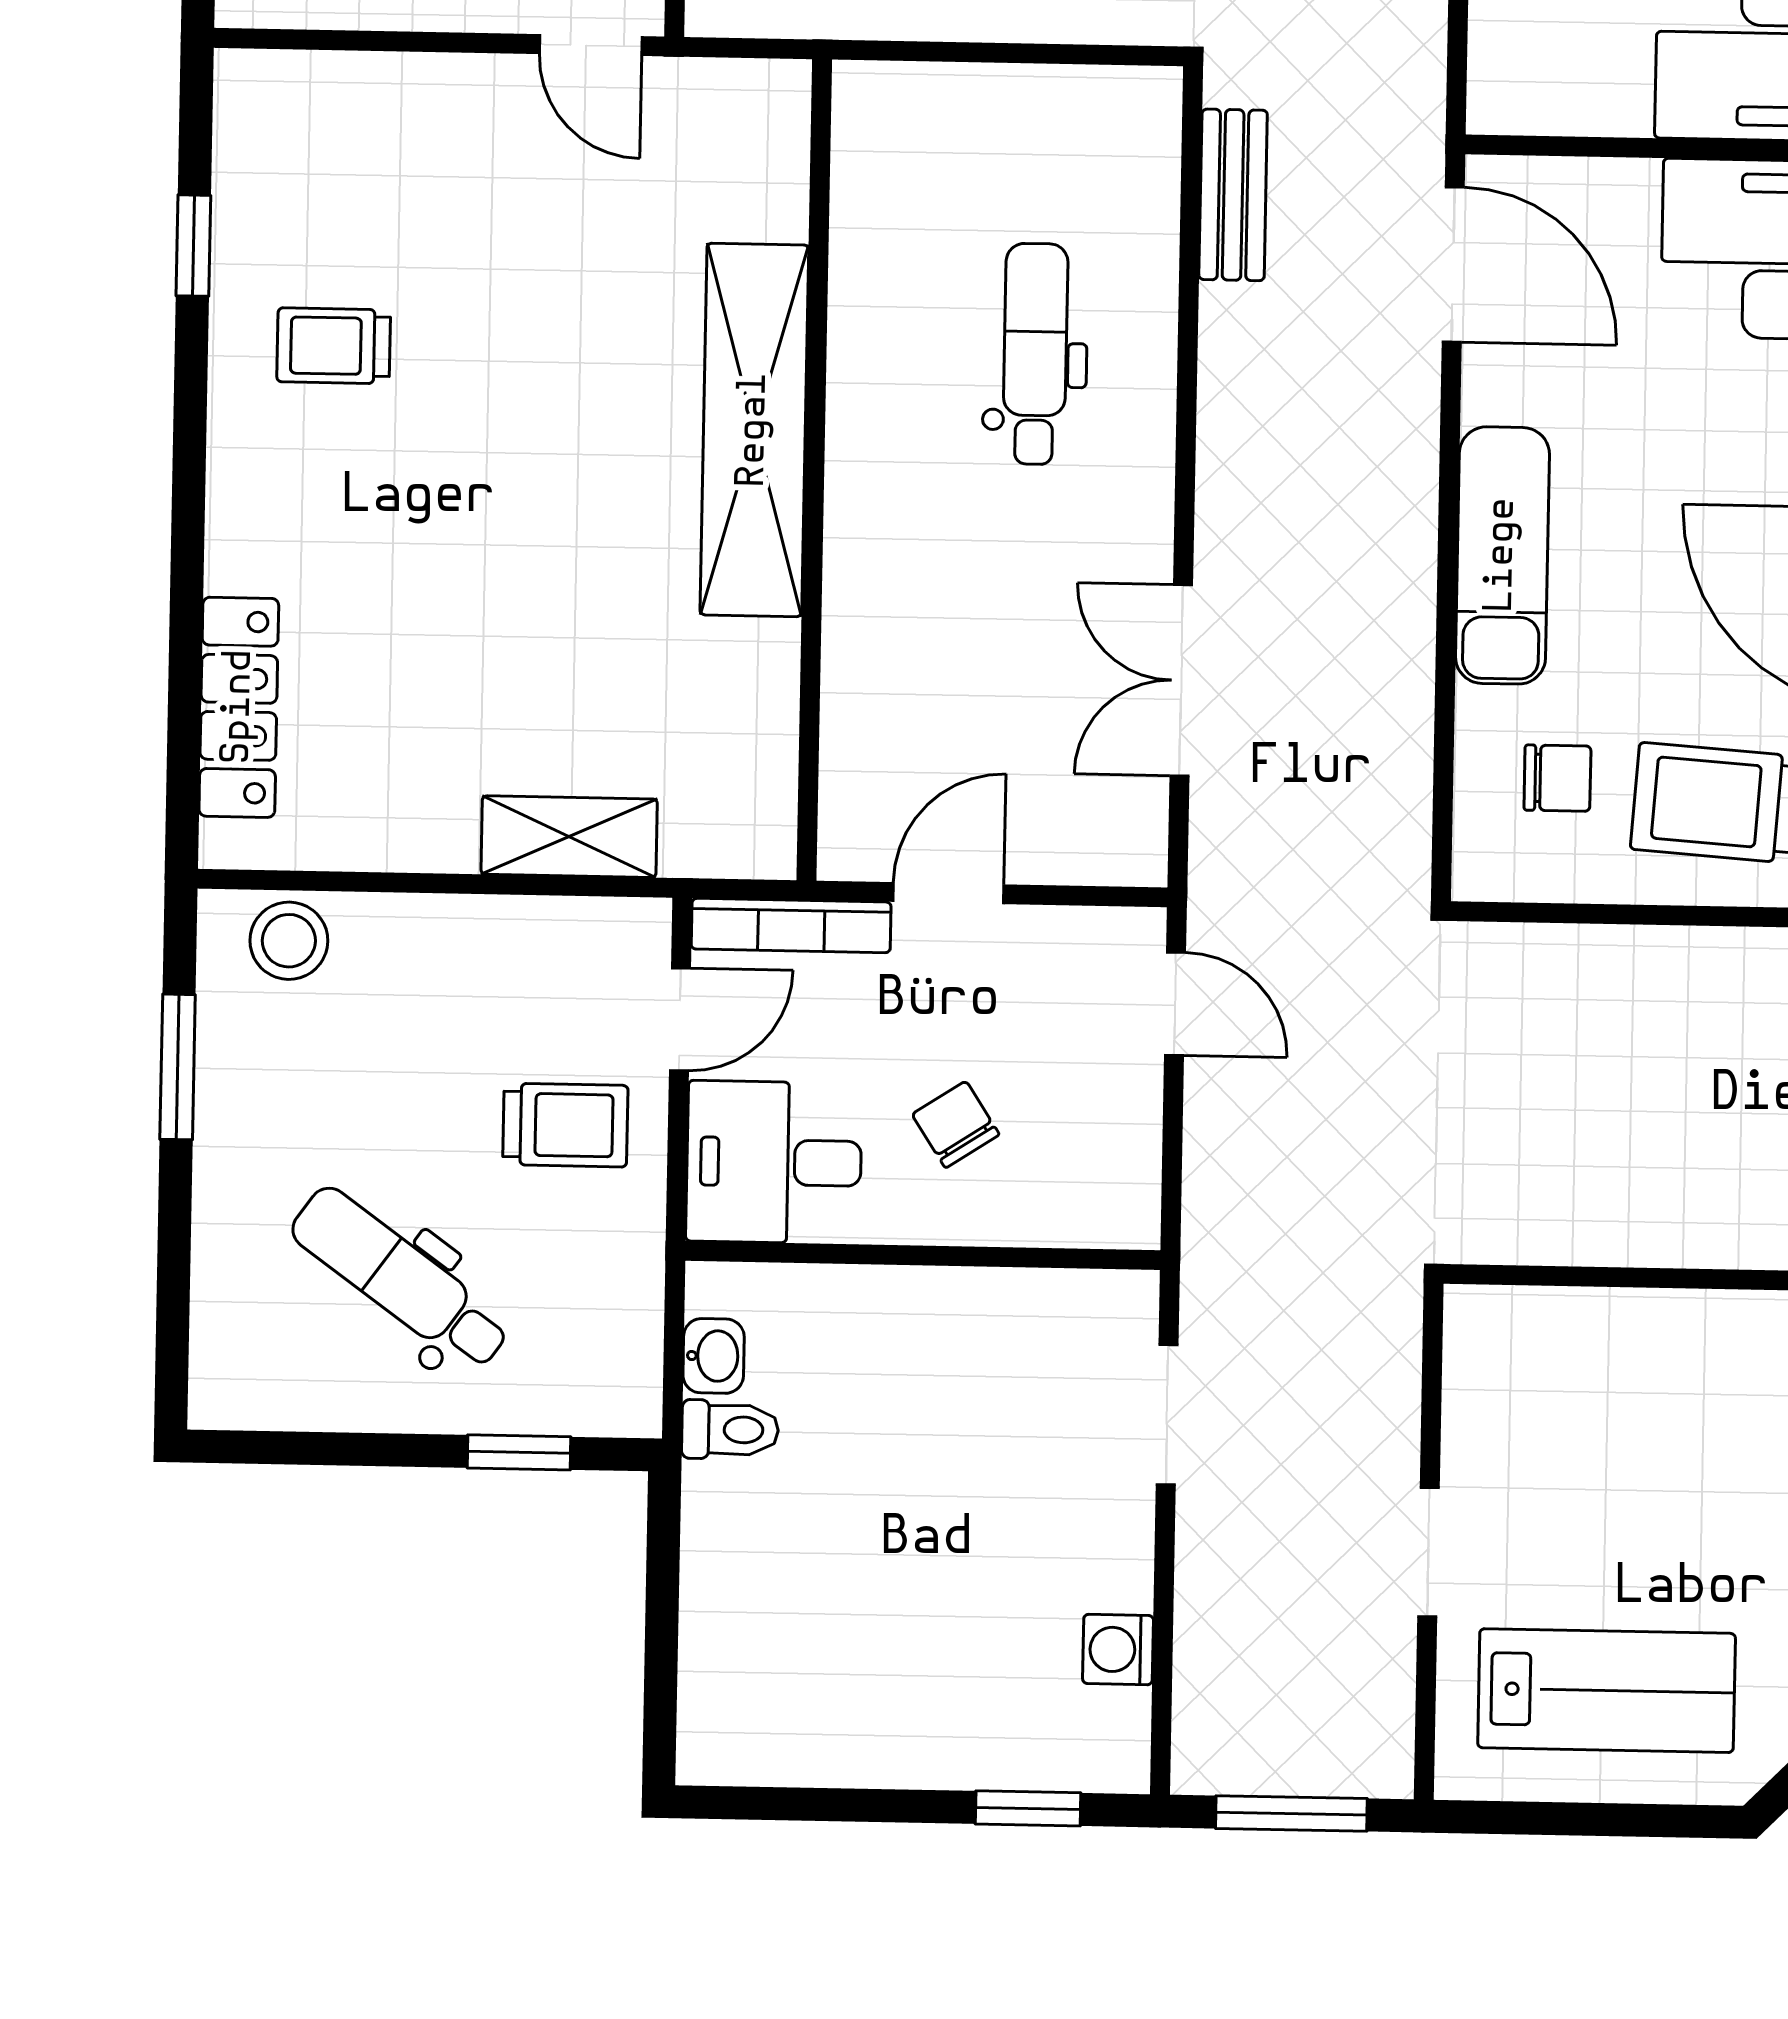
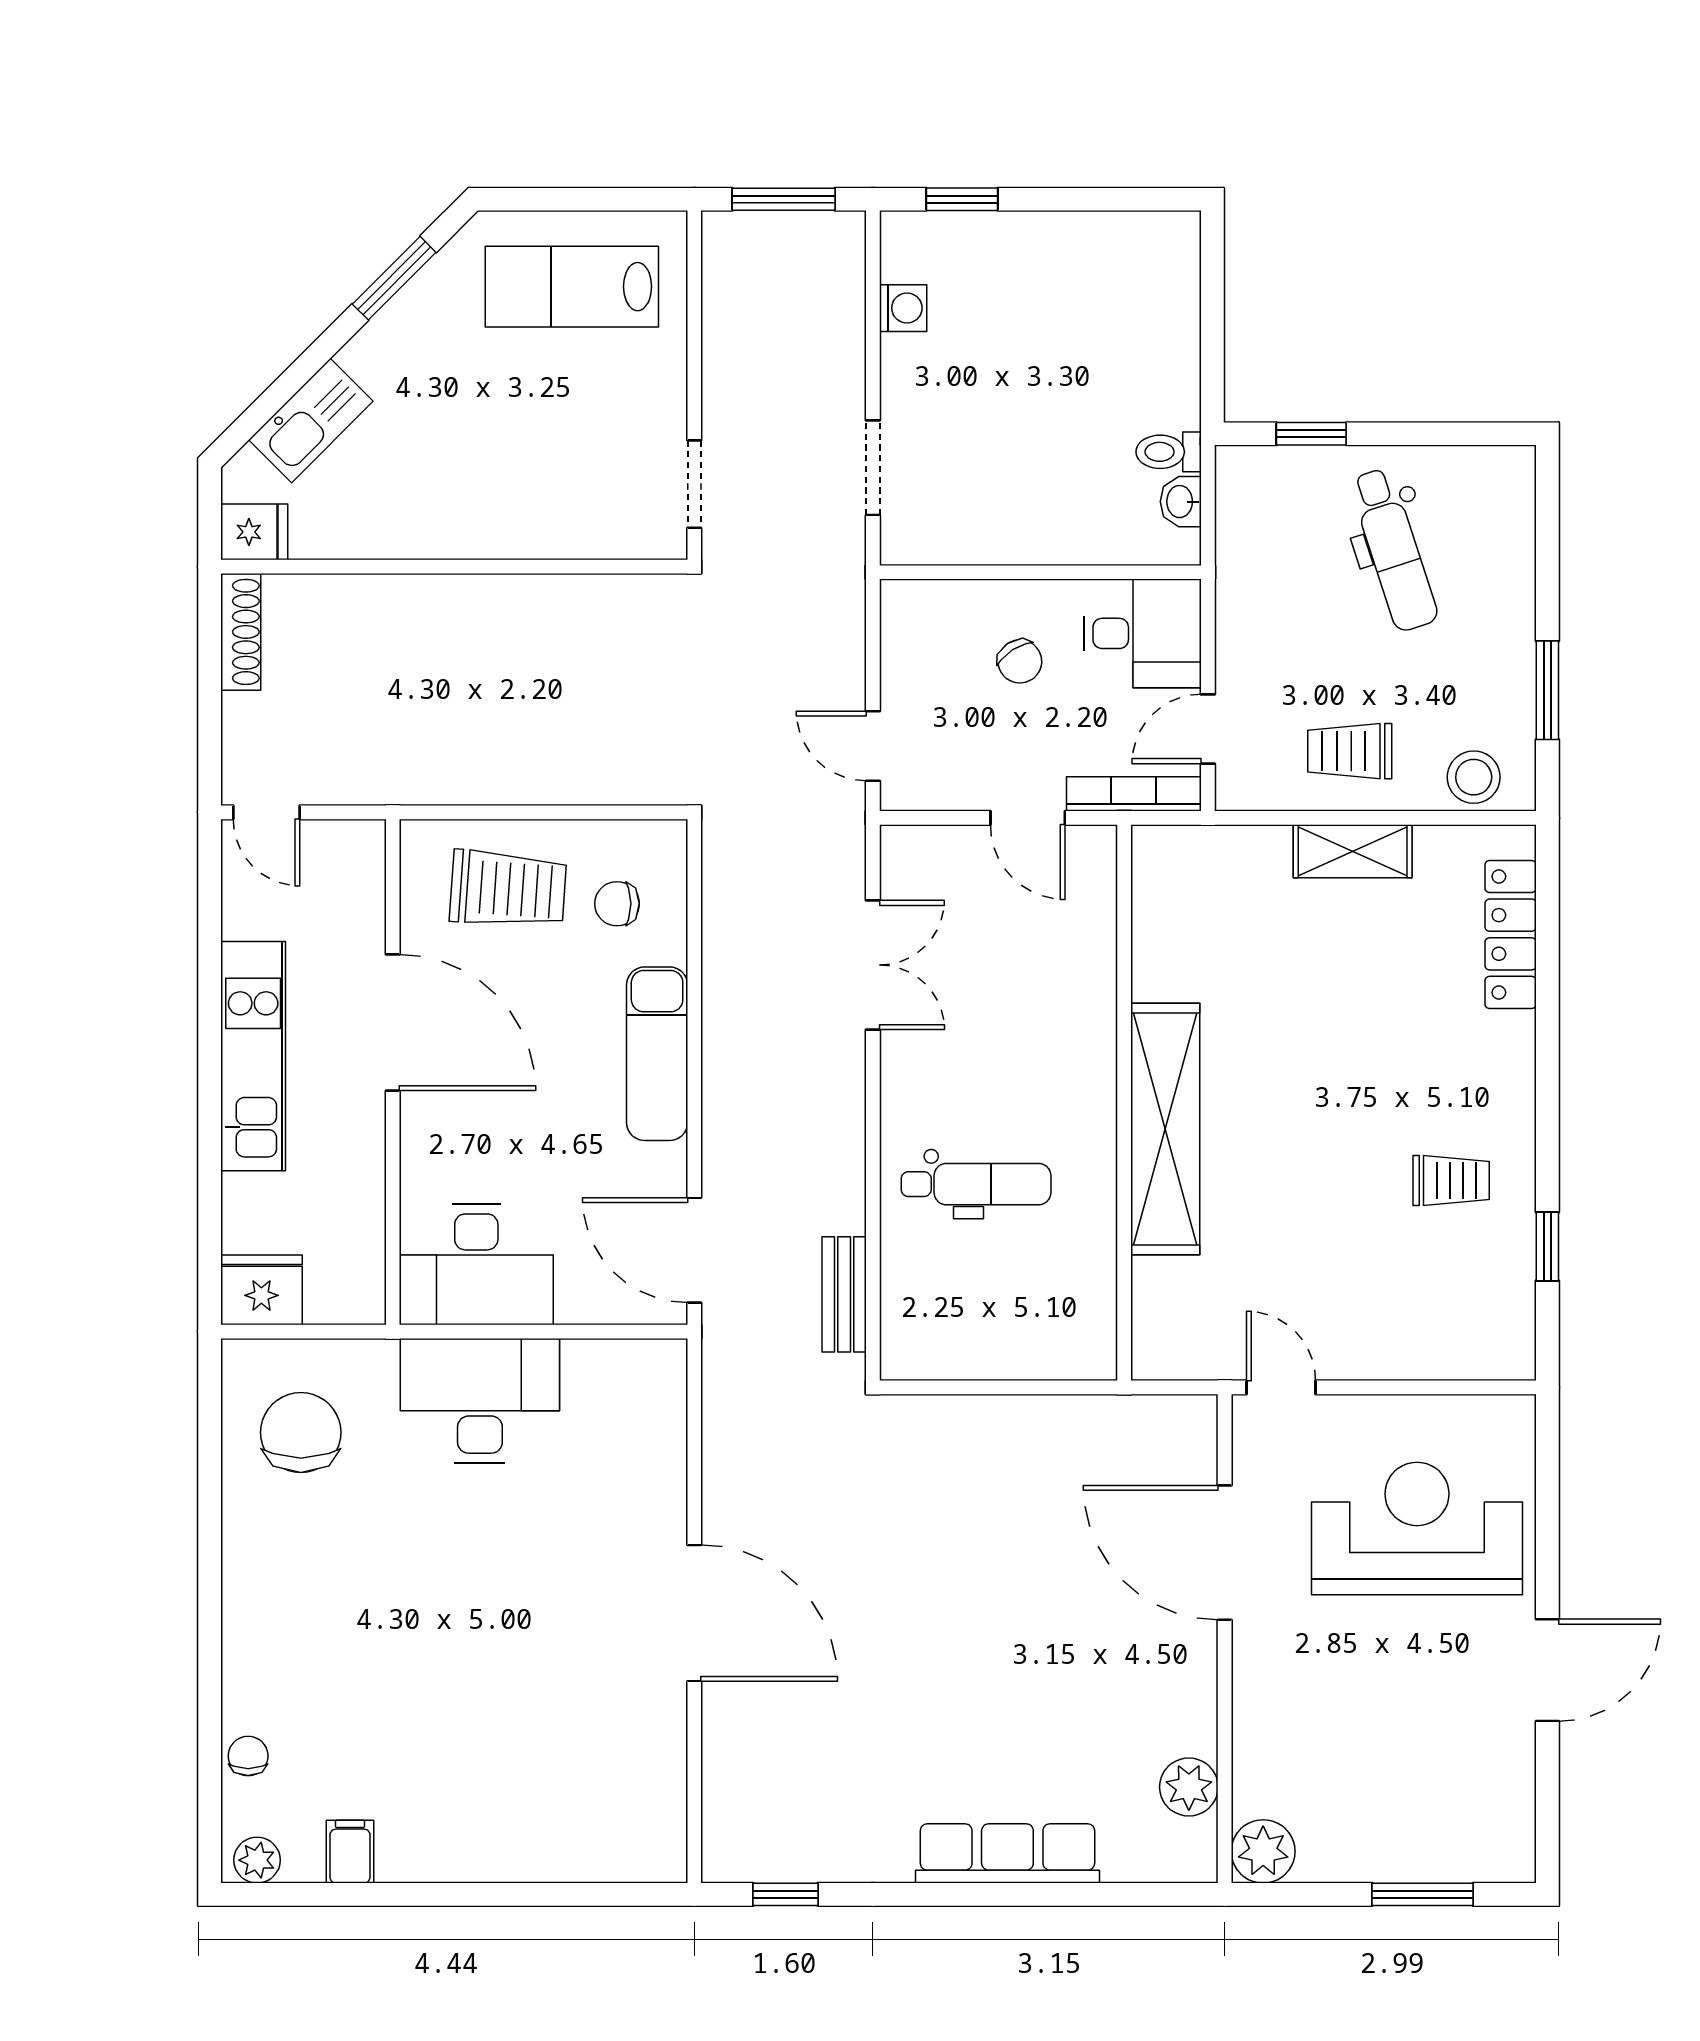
dental chair: (1035, 354) -> (976, 1184), turned -90
shelving: (569, 837) -> (1353, 851), moved
door: (949, 893) -> (1028, 818), hinge flipped
trolley: (565, 1125) -> (1350, 751), moved
dental chair: (401, 1279) -> (1394, 550), turned 36
doorway: (1428, 1552) -> (694, 484), moved

